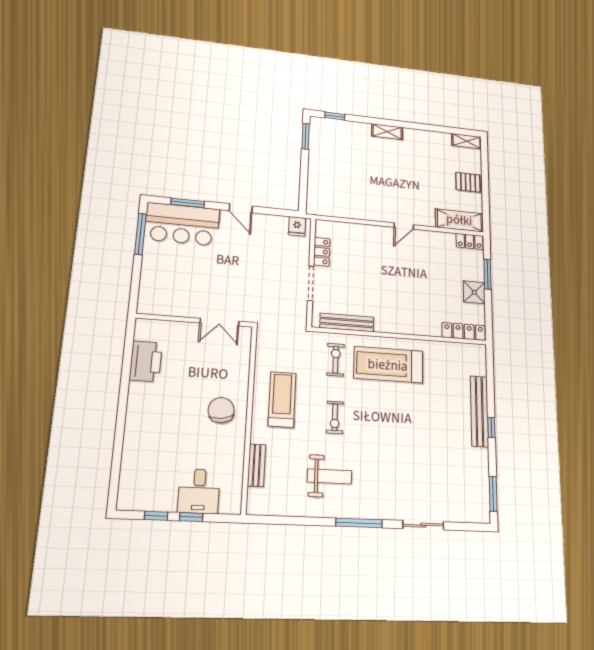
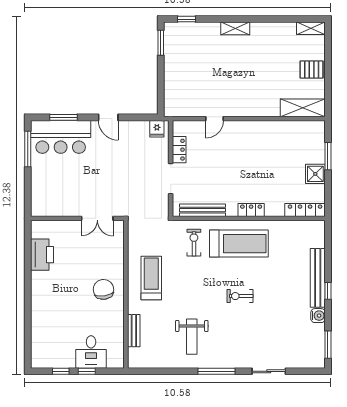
door: (404, 226) -> (214, 119), moved
locker: (470, 241) -> (251, 210), moved, turned 180
treadmill: (388, 365) -> (239, 244), turned 180
exercise bike: (335, 417) -> (240, 296), moved, turned 90
water cooler: (481, 457) -> (318, 316), added
weight bench: (329, 476) -> (192, 337), turned 90

